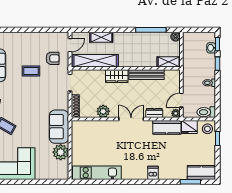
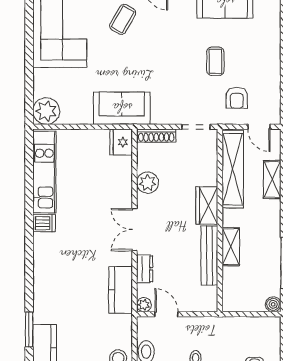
shelving: (169, 62) -> (231, 247), moved
double door: (131, 119) -> (135, 230), swing flipped
fridge: (189, 127) -> (121, 142), moved
plant: (61, 152) -> (46, 111), moved
dishwasher: (153, 173) -> (44, 223), moved

